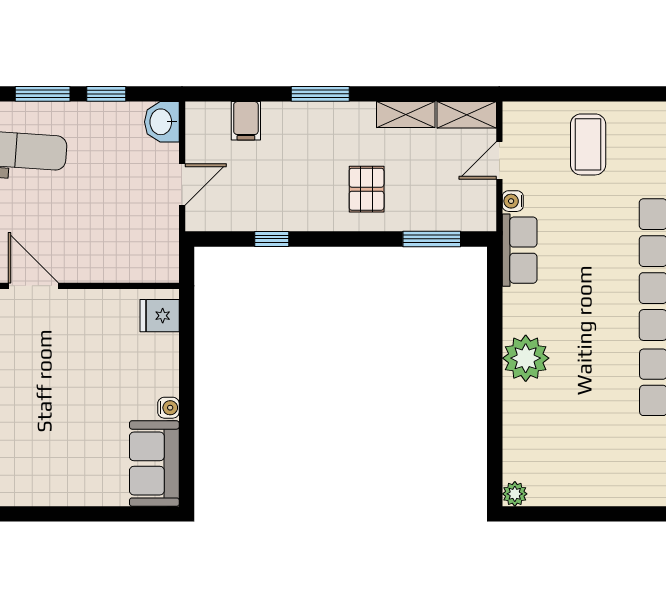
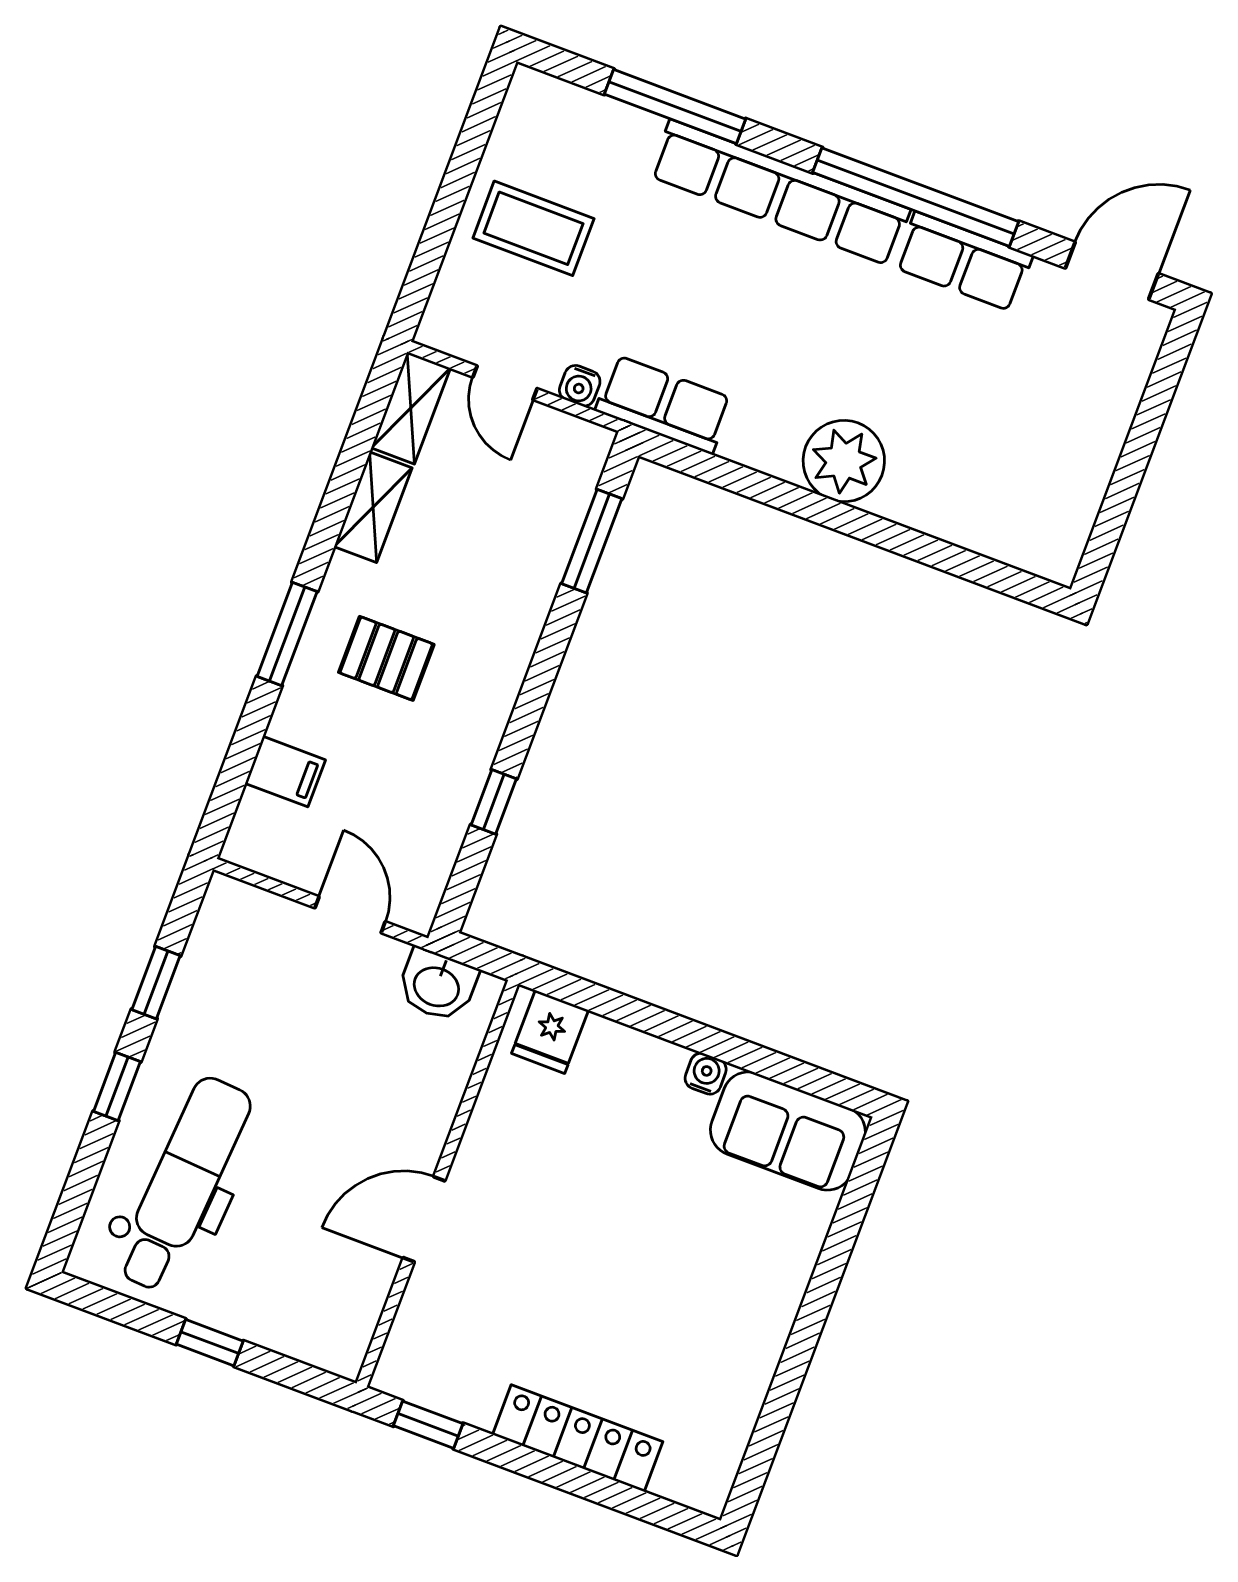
window: (43, 94) -> (117, 1087), width x0.67
washbasin: (162, 122) -> (437, 985), moved
pallet: (367, 189) -> (386, 658), moved
plant: (515, 494) -> (1058, 562), removed

